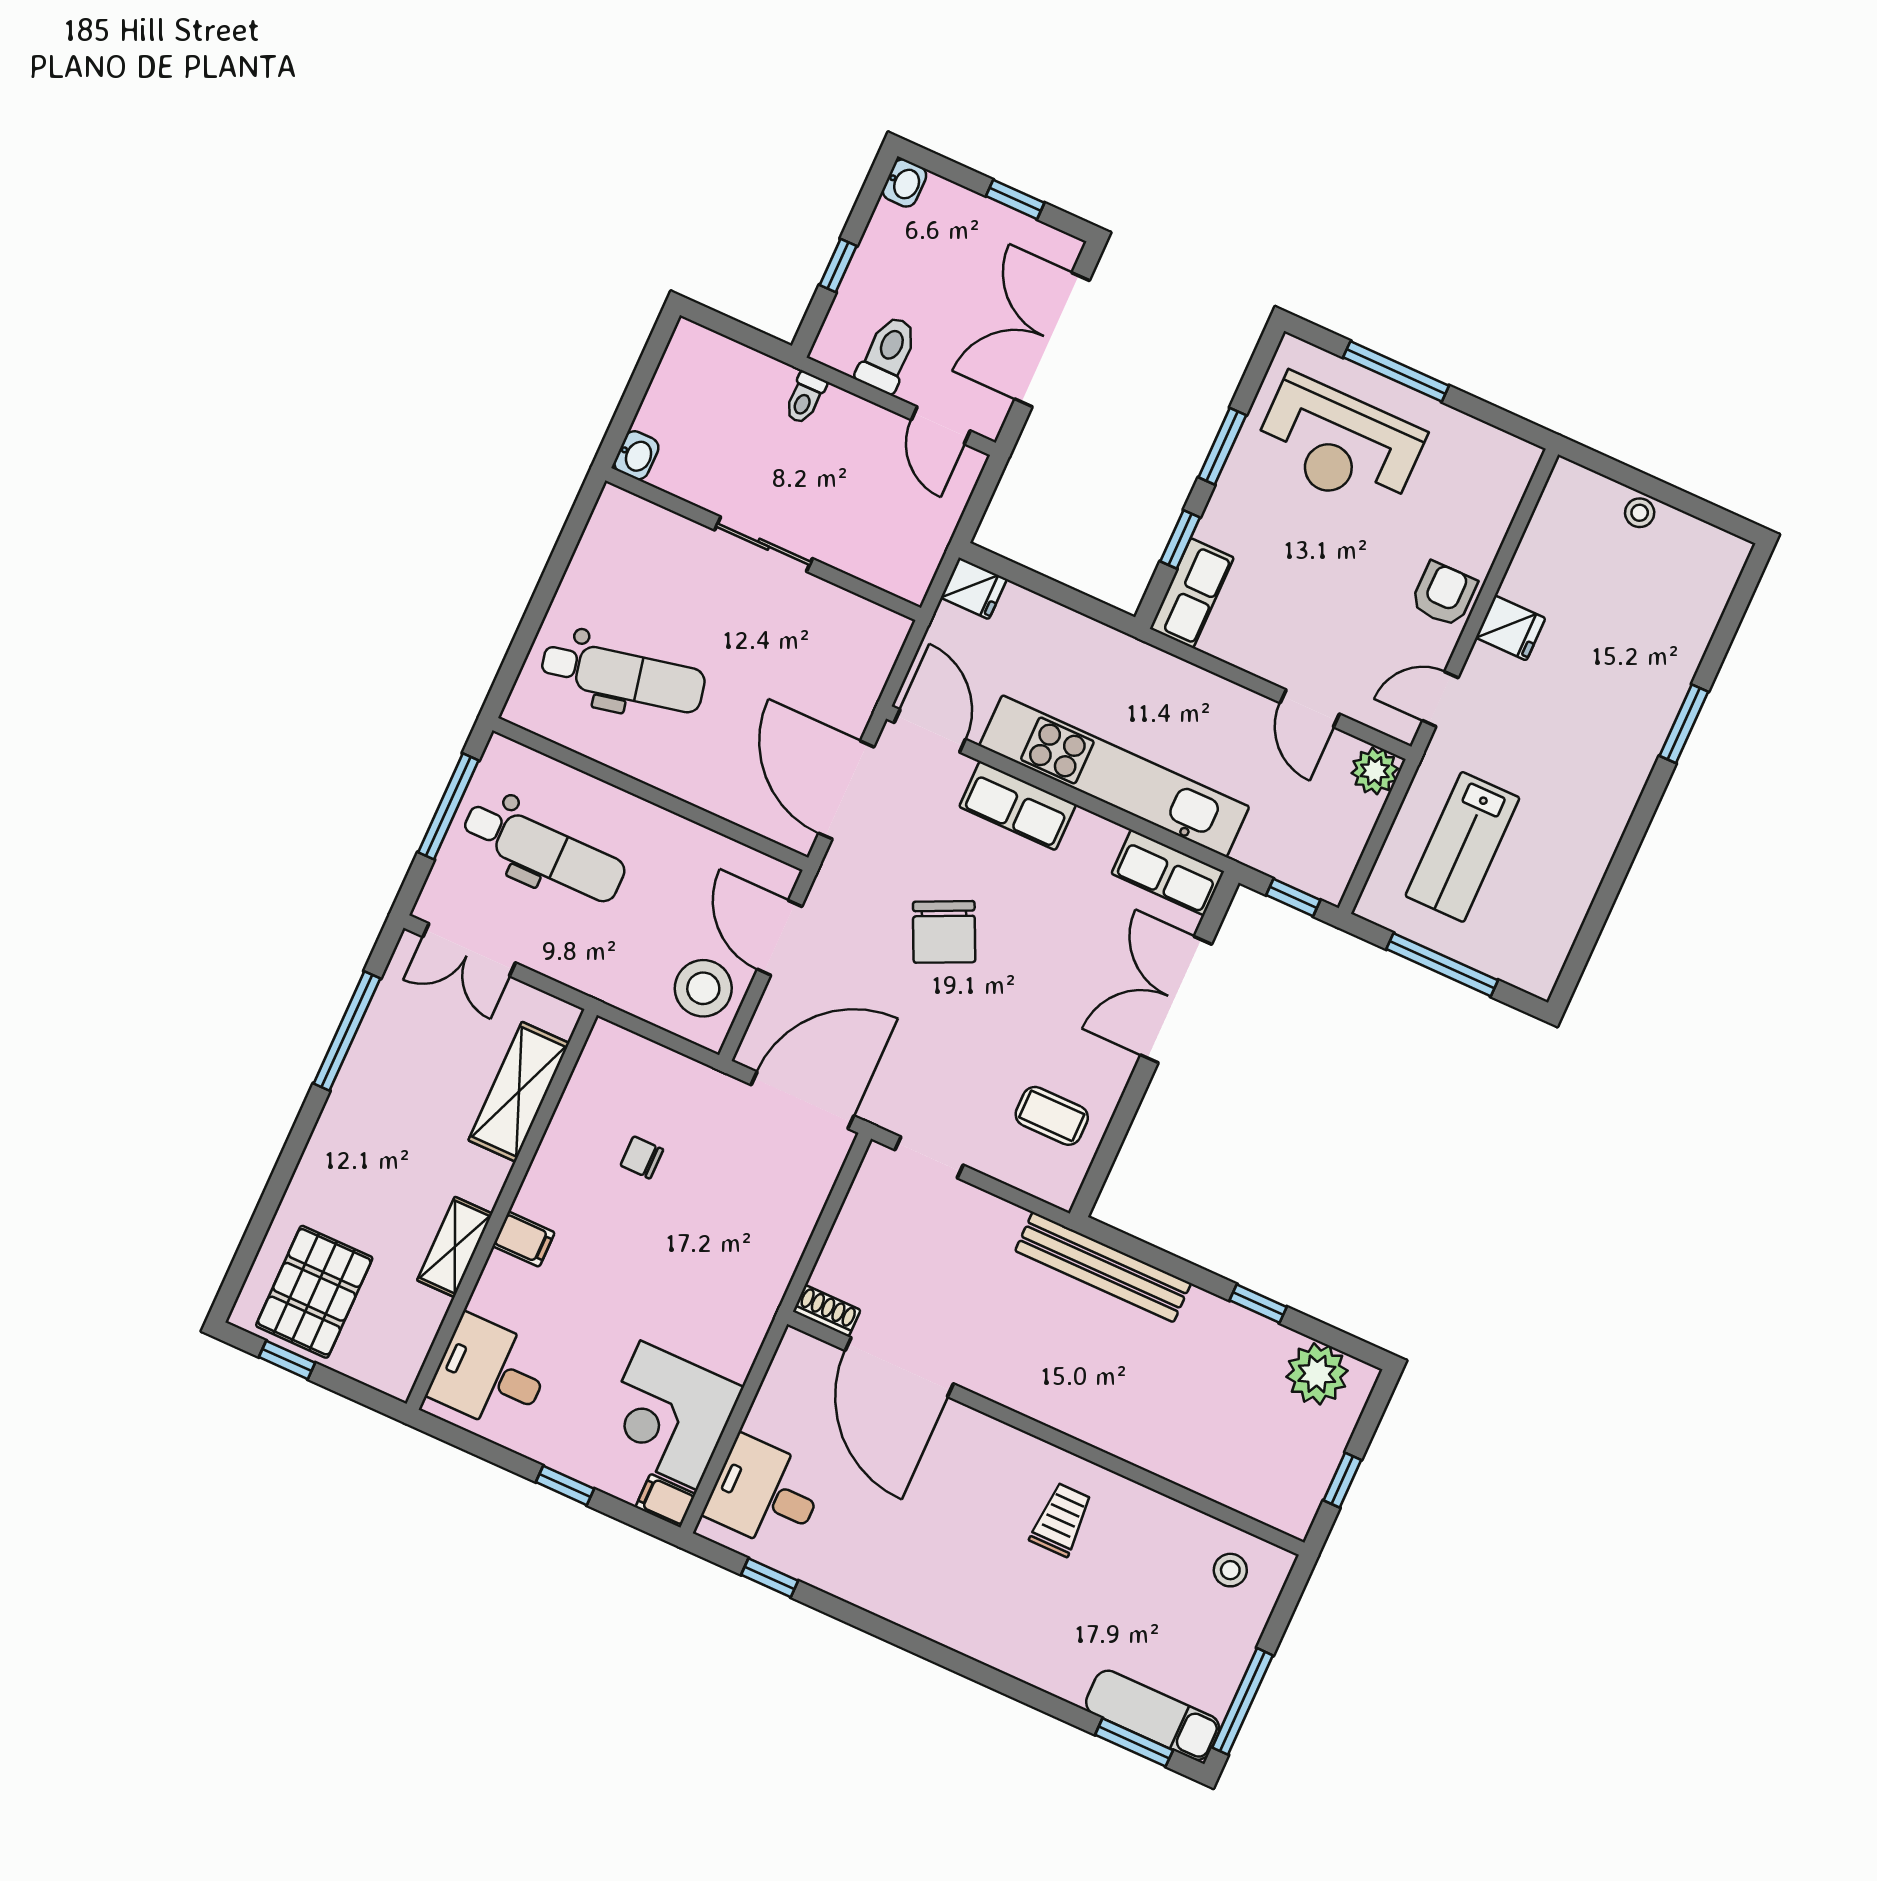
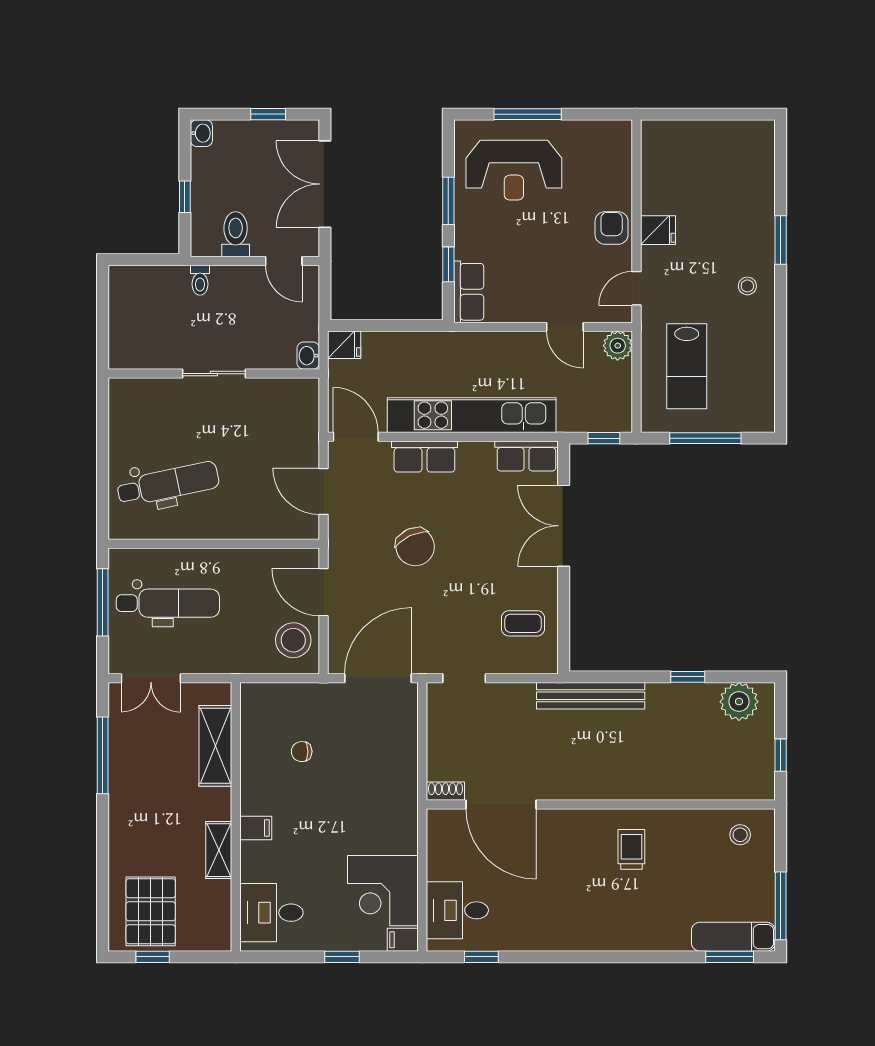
washbasin: (636, 455) -> (308, 356), moved, turned 180
stool: (1640, 513) -> (747, 286), moved
door: (846, 790) -> (324, 491), width x0.73

